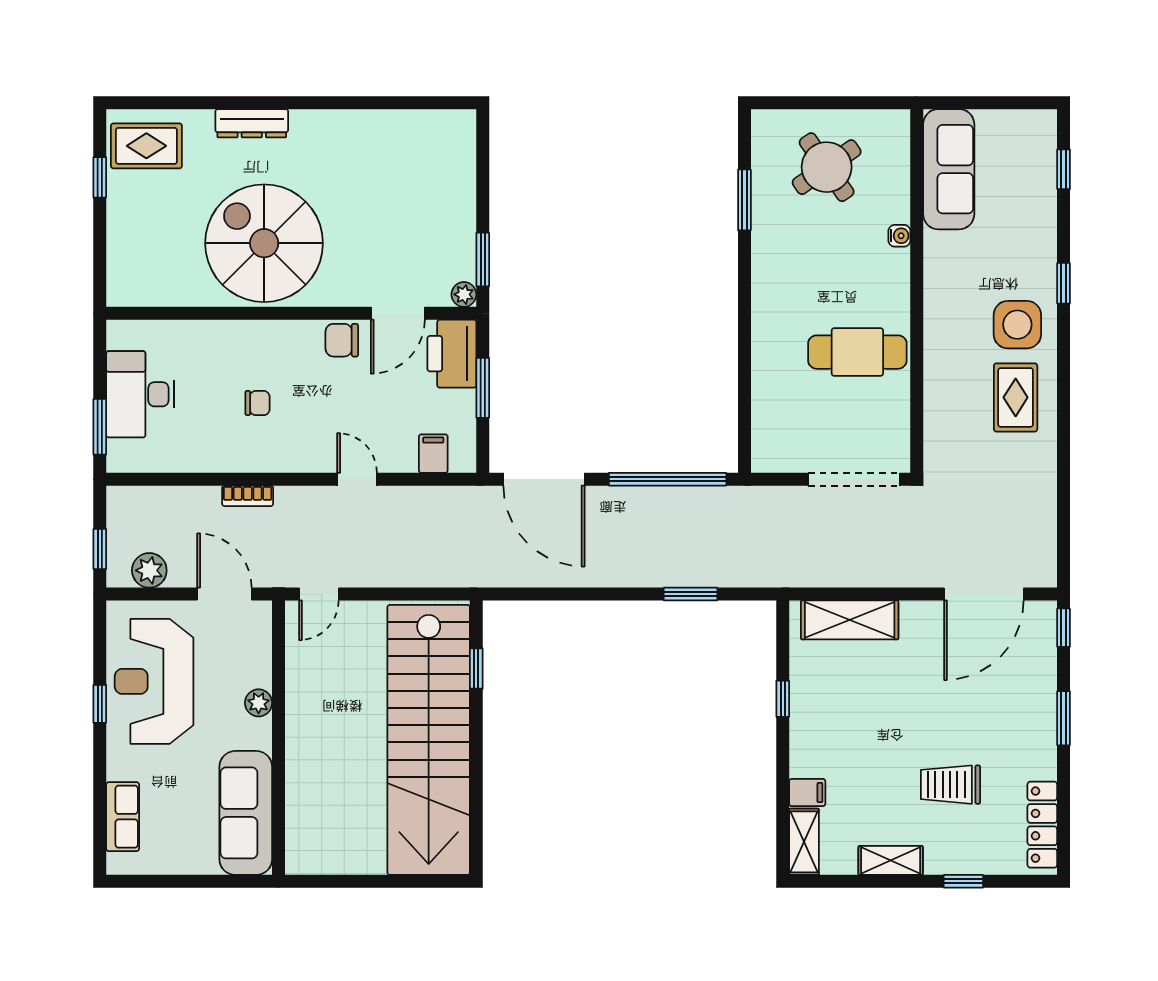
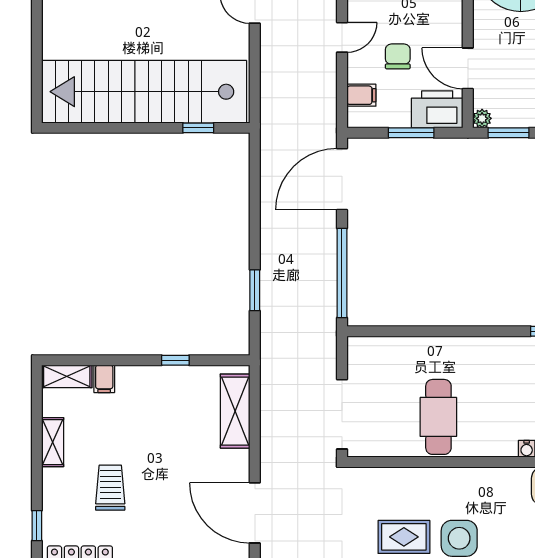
chair: (342, 340) -> (398, 56), moved
window: (963, 881) -> (37, 526), moved

